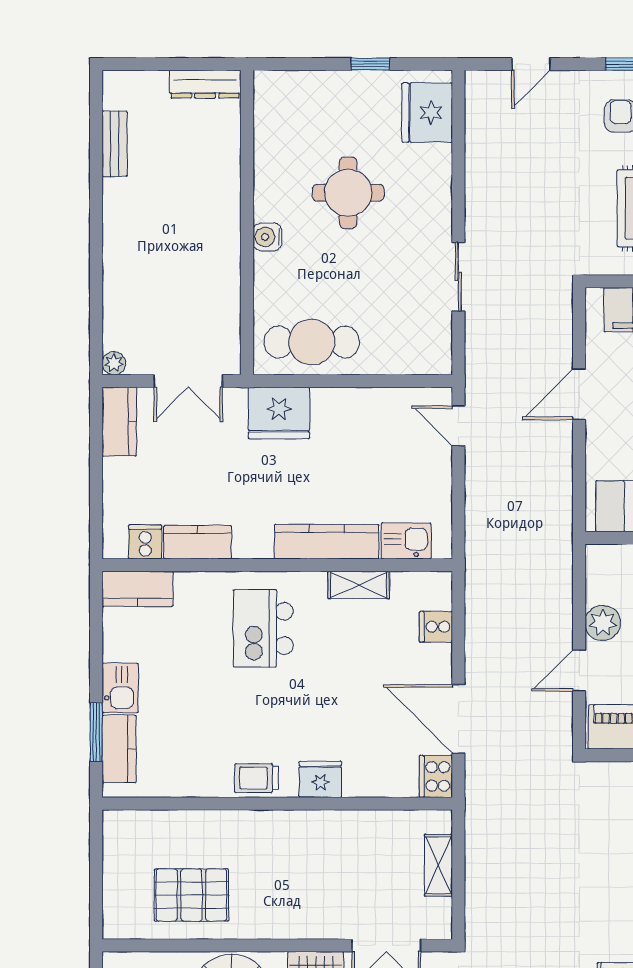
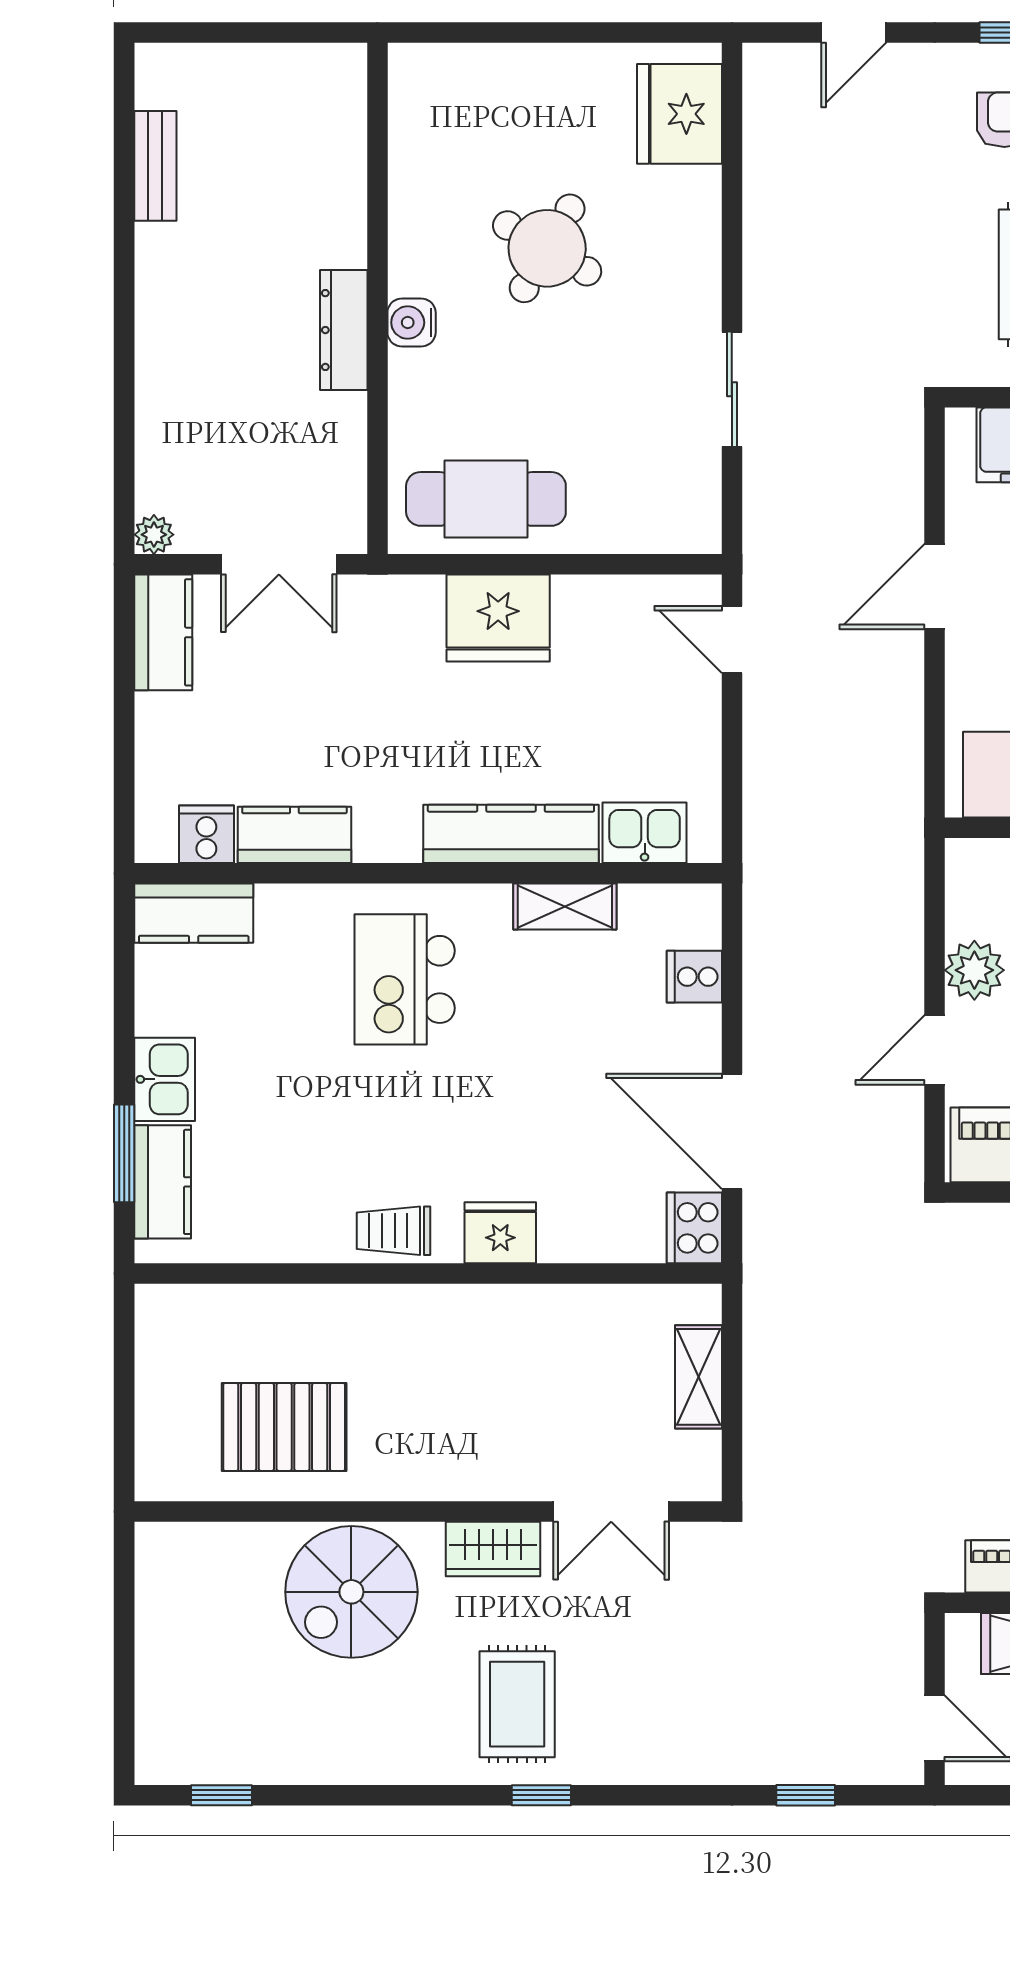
window: (370, 64) -> (584, 32), removed
dresser: (205, 84) -> (344, 330), moved, turned 90
round table: (348, 193) -> (547, 248), turned 30
fridge: (279, 413) -> (498, 618), moved

